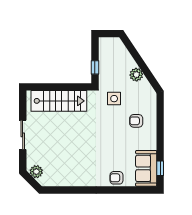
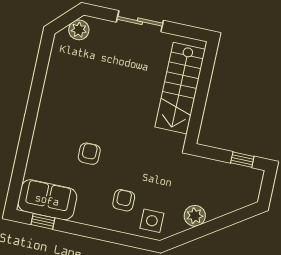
window: (95, 67) -> (242, 160), moved
side table: (114, 99) -> (152, 221), moved
armchair: (116, 178) -> (89, 154), moved

